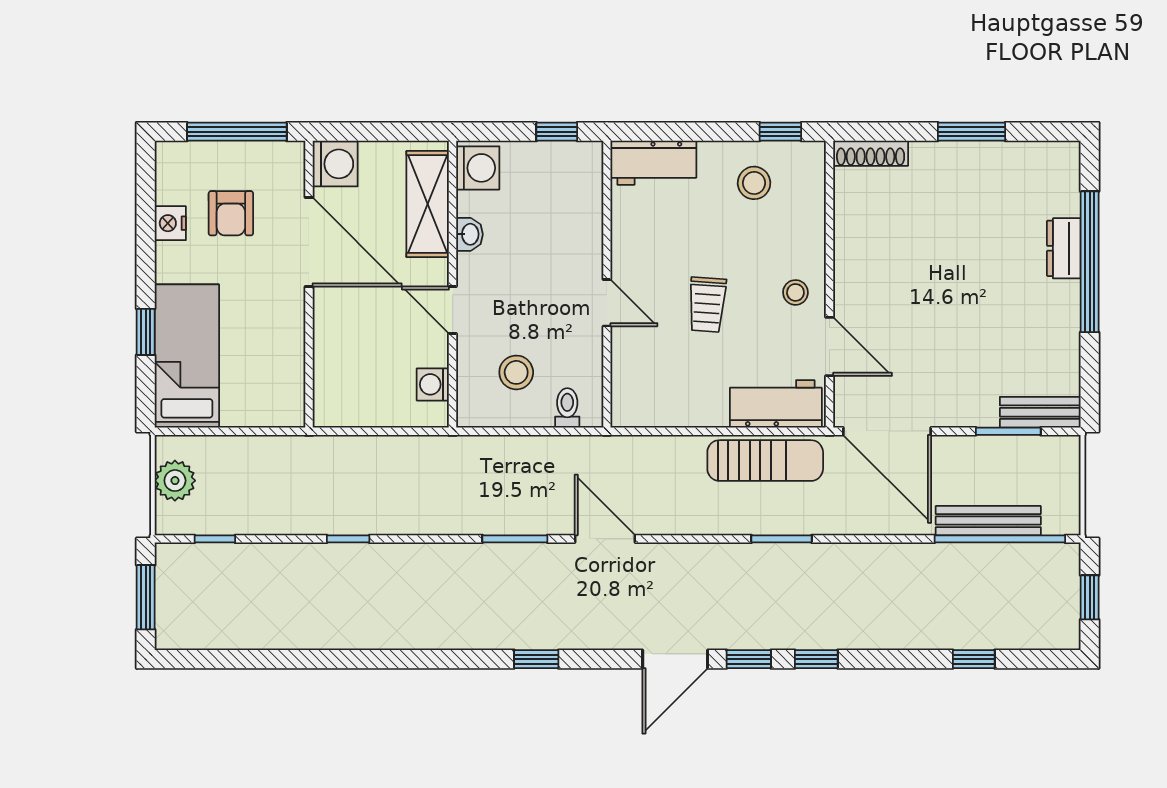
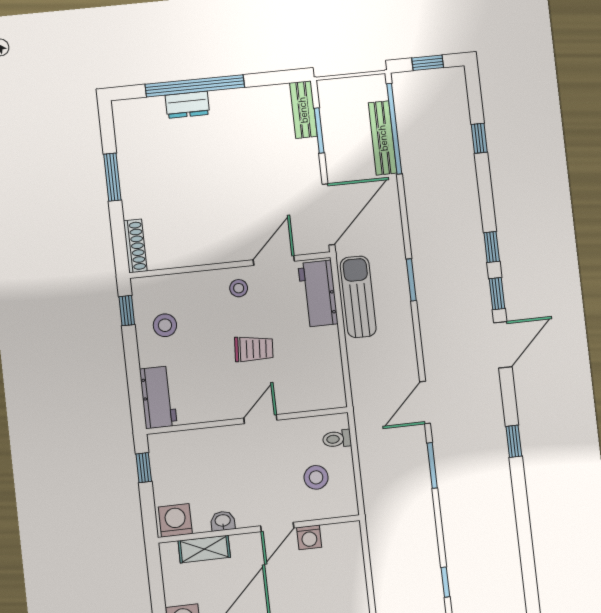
shelving: (428, 204) -> (204, 549), width x0.67, depth x0.75
washing machine: (433, 384) -> (309, 537), moved
door: (675, 659) -> (503, 345), hinge flipped

